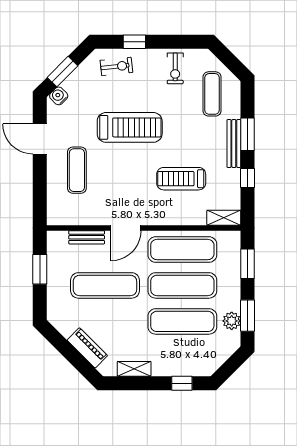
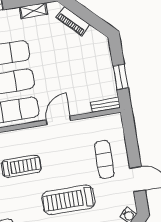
bench: (87, 237) -> (105, 105), moved
exercise mat: (105, 285) -> (67, 72), removed

